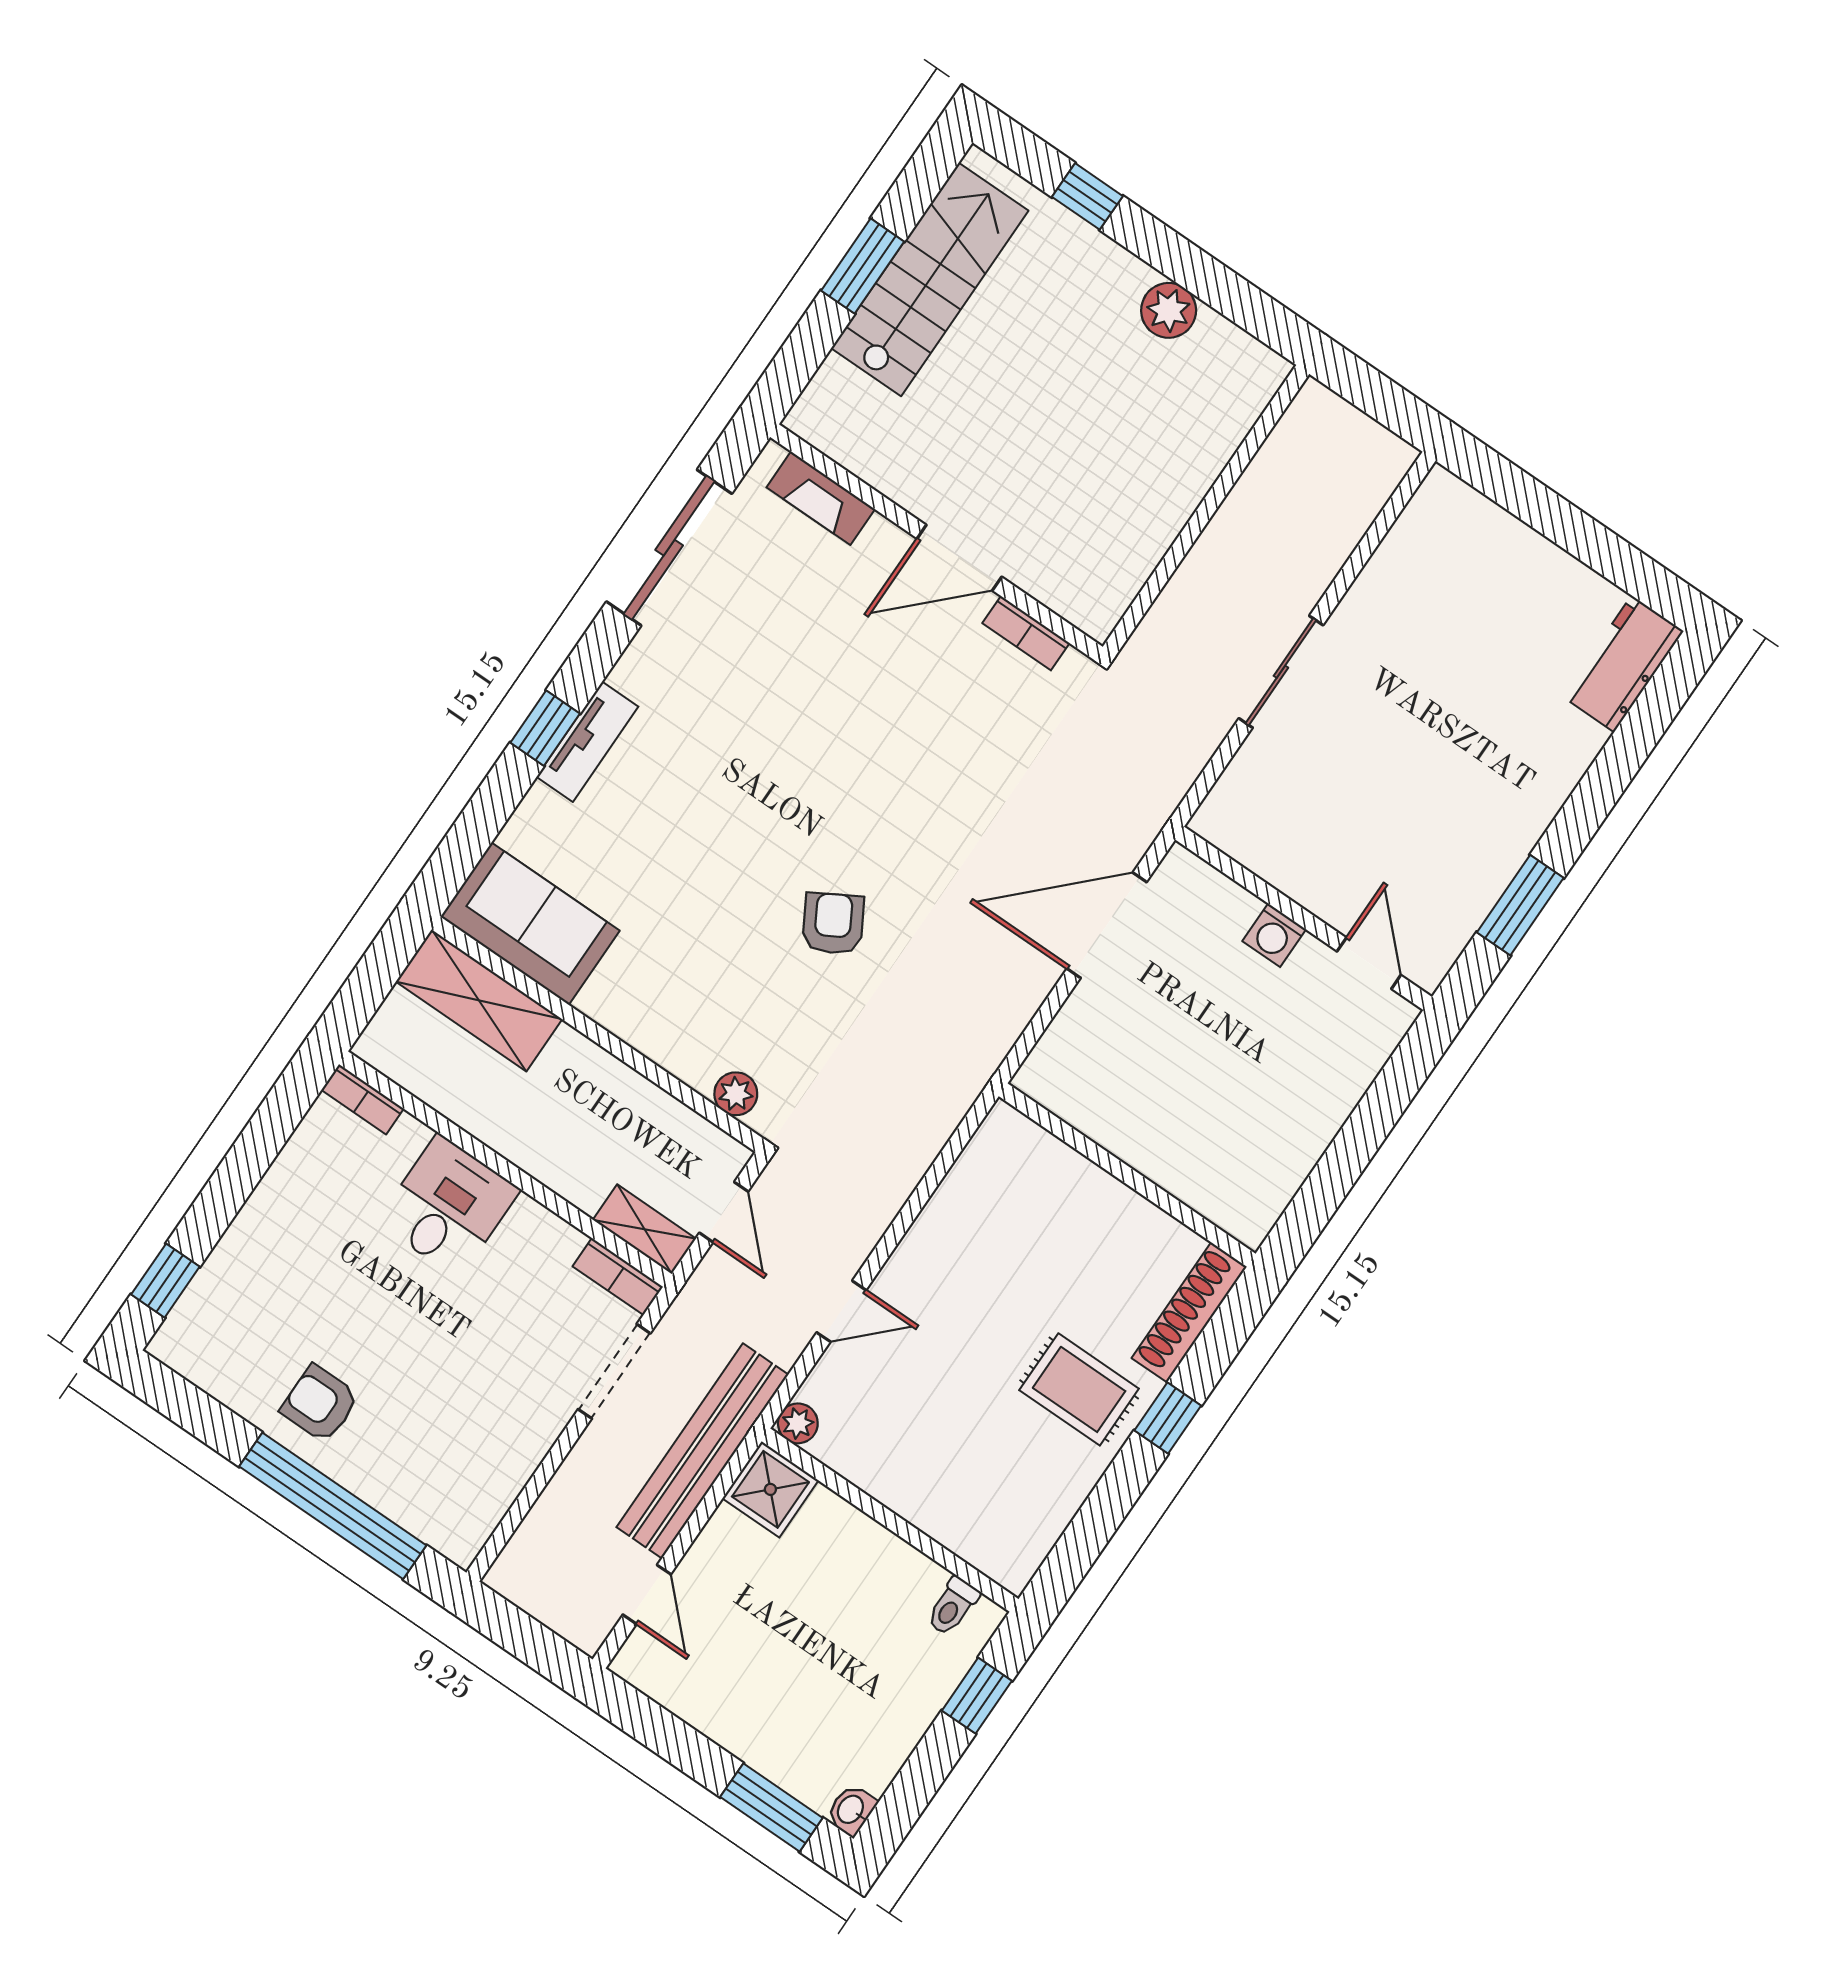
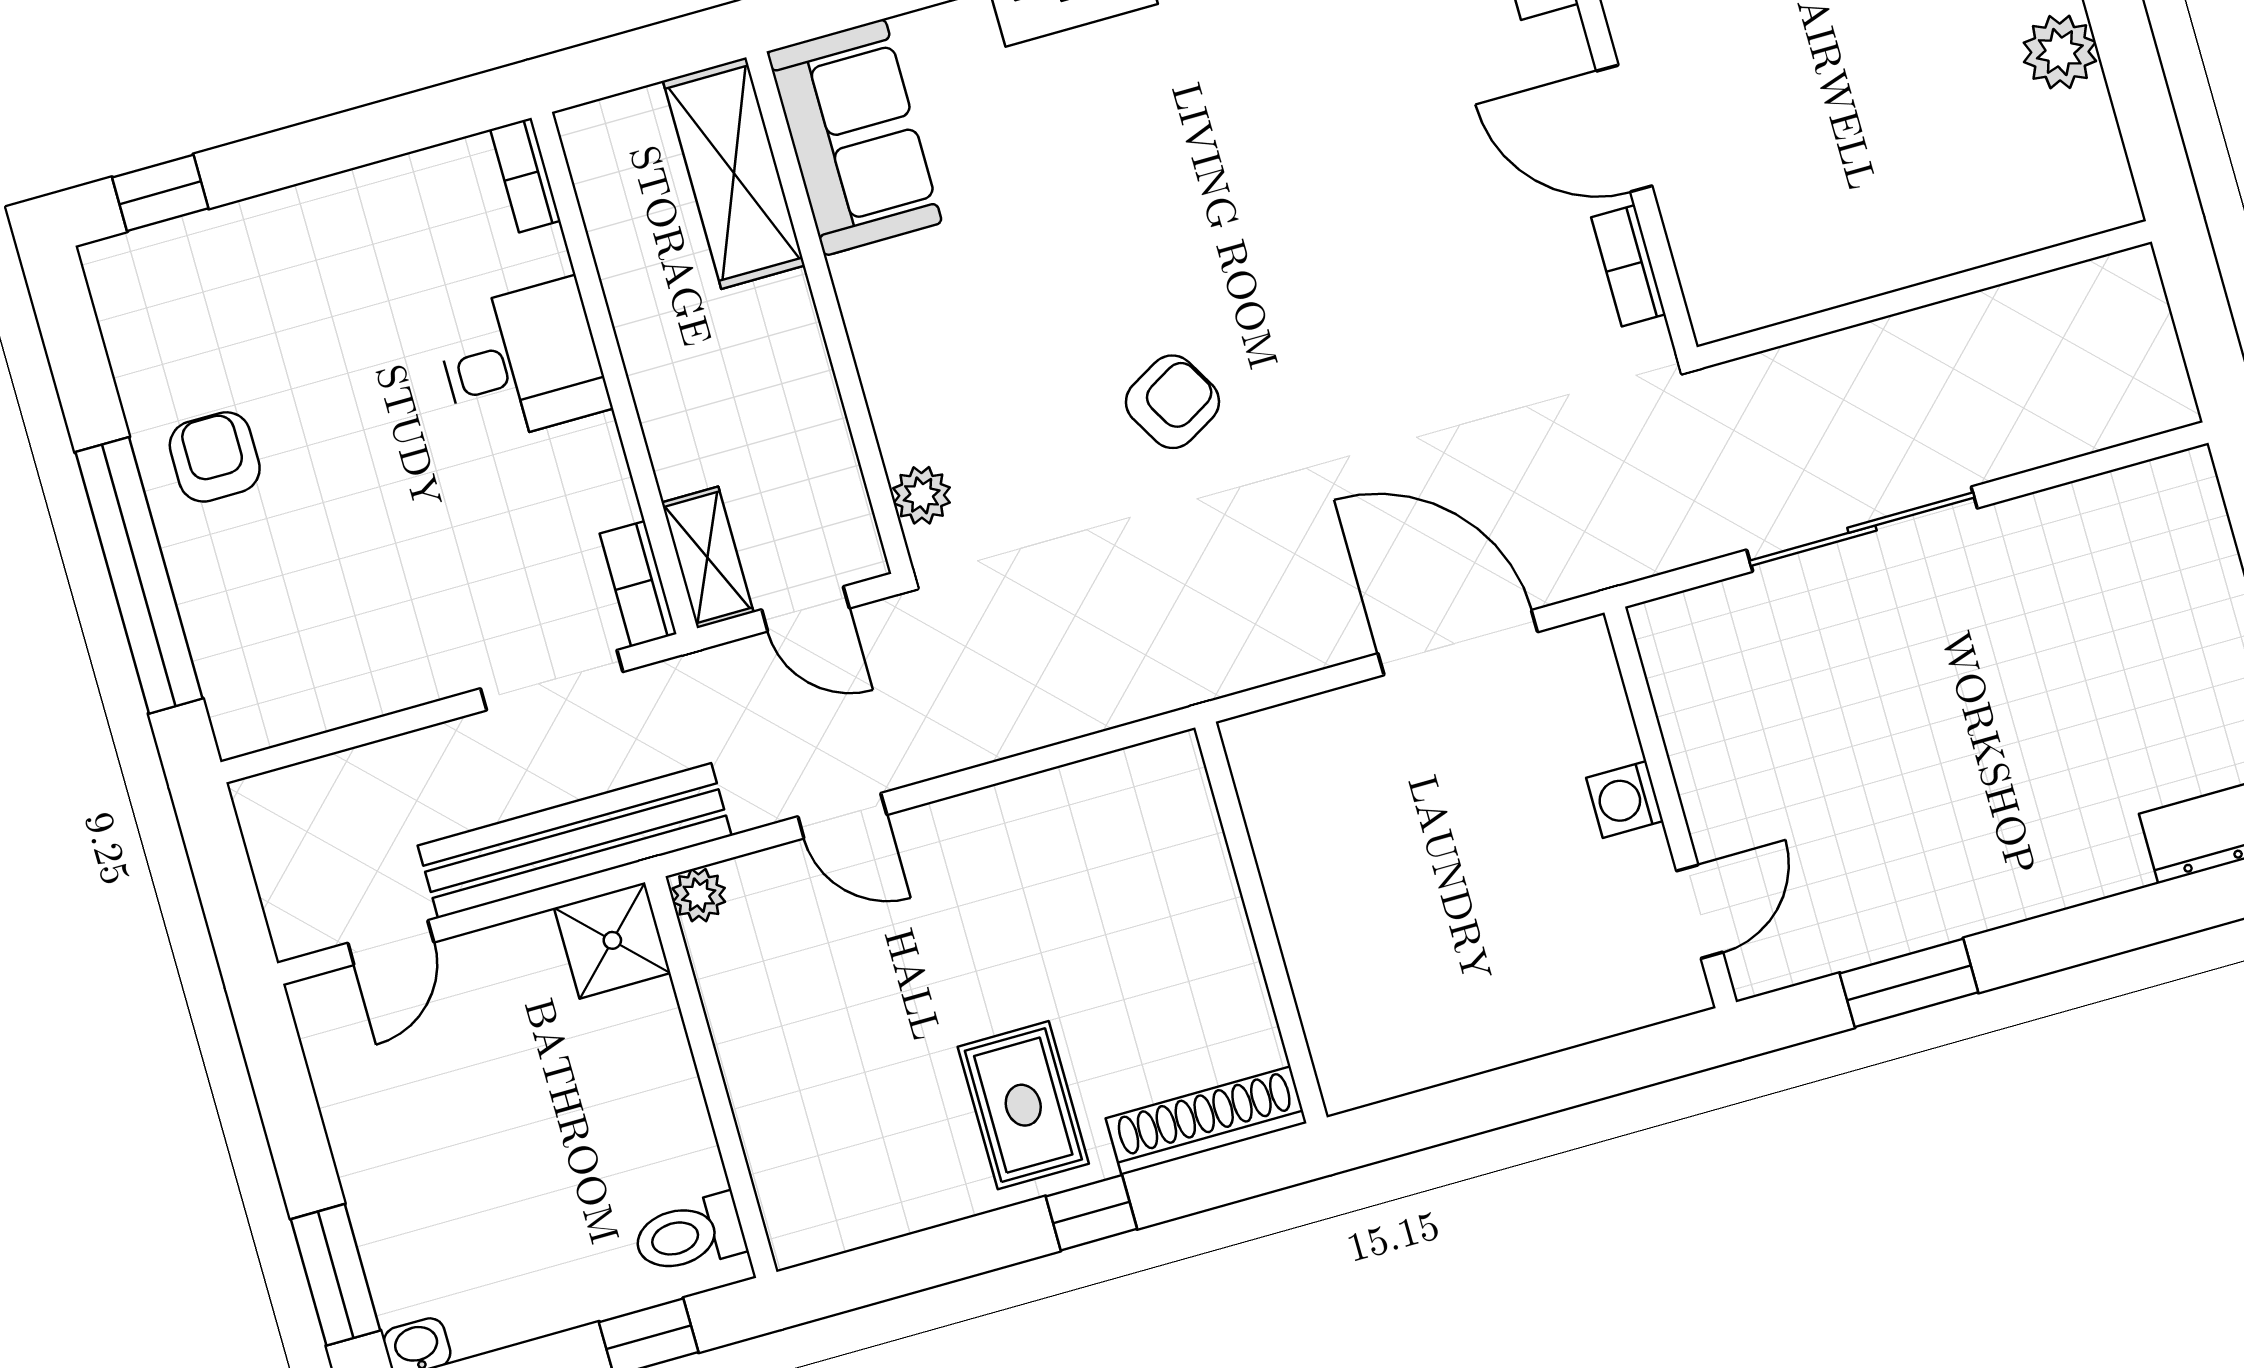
sliding door: (1281, 672) -> (1862, 529), width x1.37
door: (724, 1212) -> (805, 609), hinge flipped
toilet: (953, 1606) -> (689, 1234), width x1.37, depth x1.39

